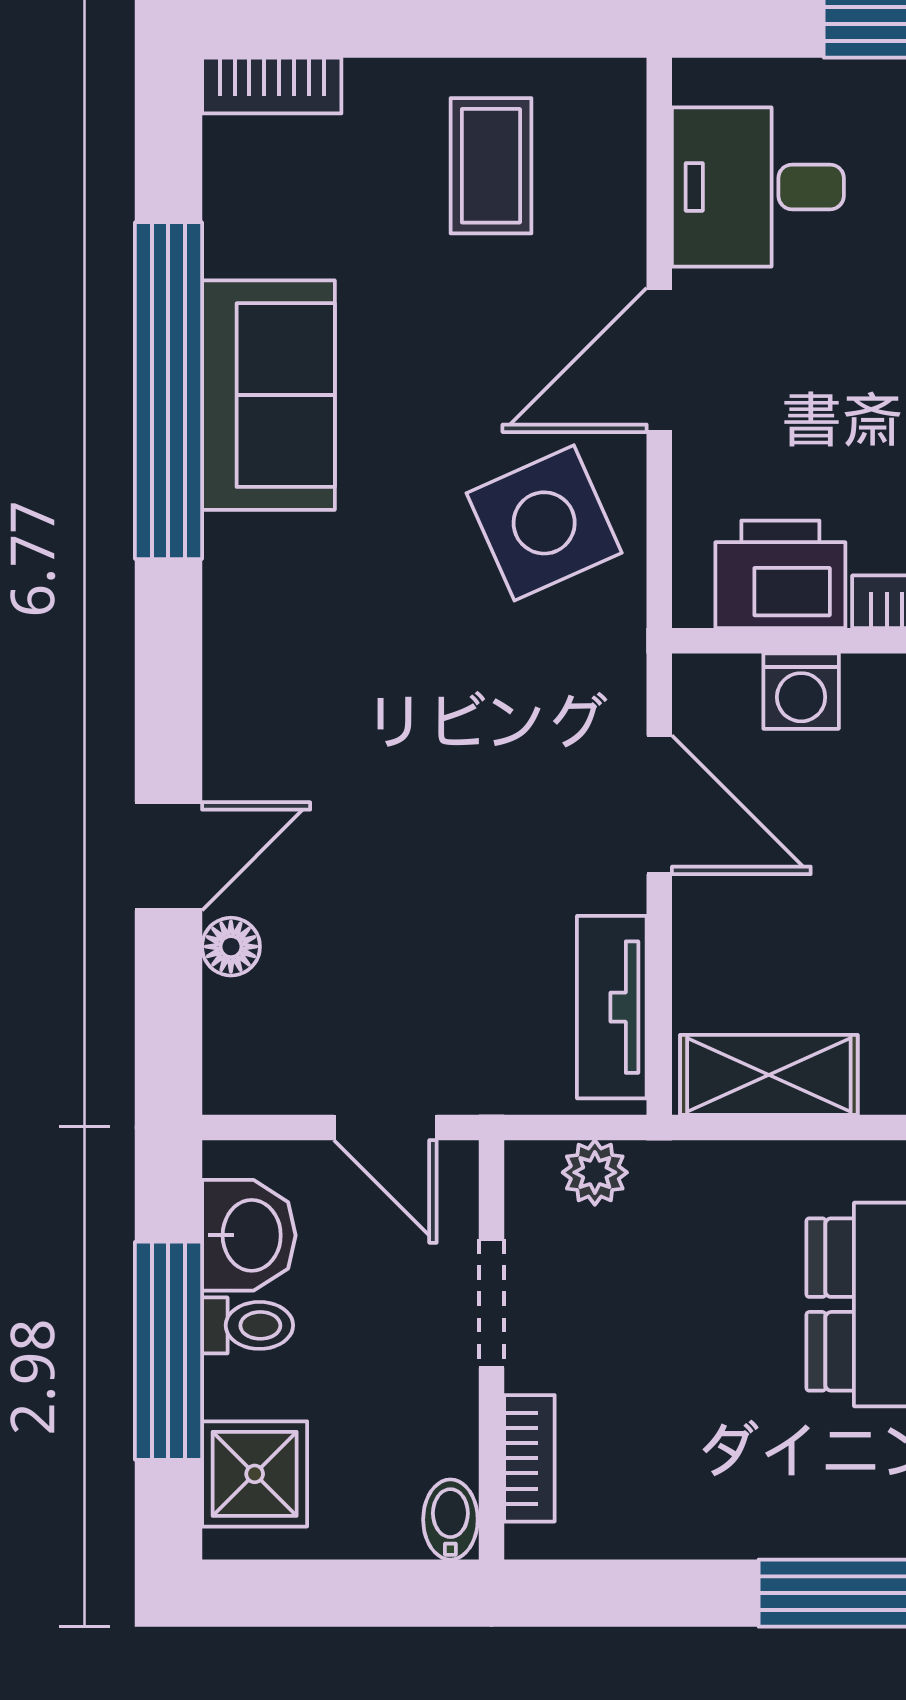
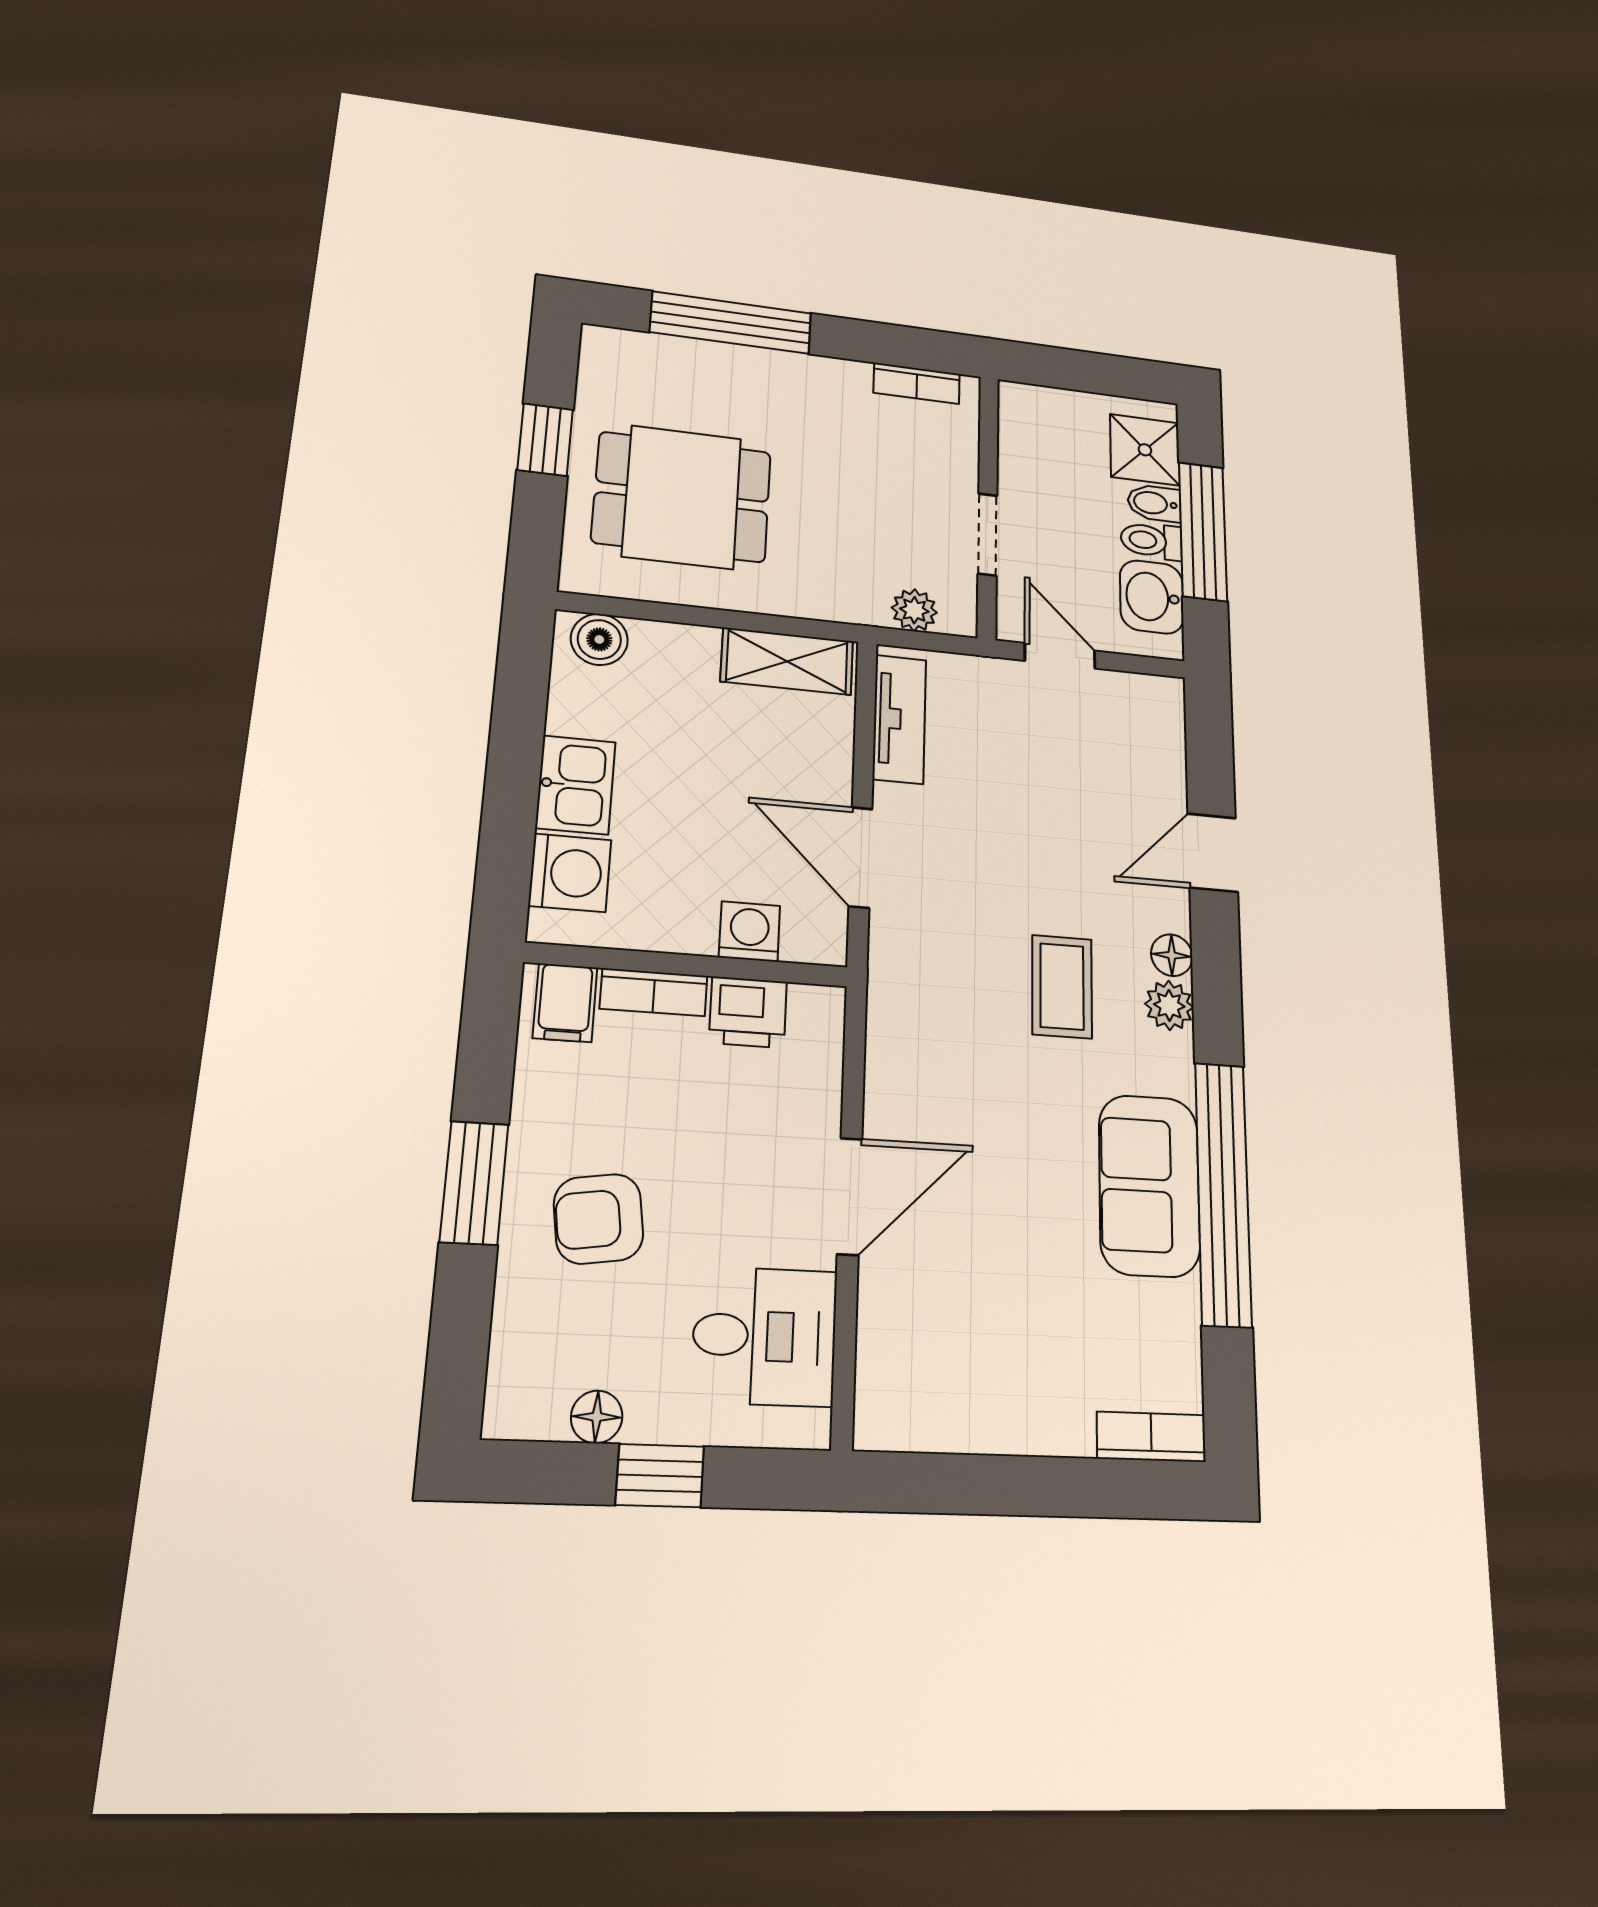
coffee table: (491, 166) -> (1062, 987), moved
side table: (544, 523) -> (942, 1073), removed
printer: (780, 574) -> (748, 1012), width x0.73, depth x0.81
plant: (236, 636) -> (1169, 1005), added
floor lamp: (231, 947) -> (1172, 955), moved
bookcase: (529, 1458) -> (917, 383), moved, turned -90
bidet: (450, 1520) -> (1154, 503), moved, turned 90

